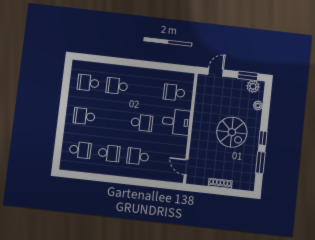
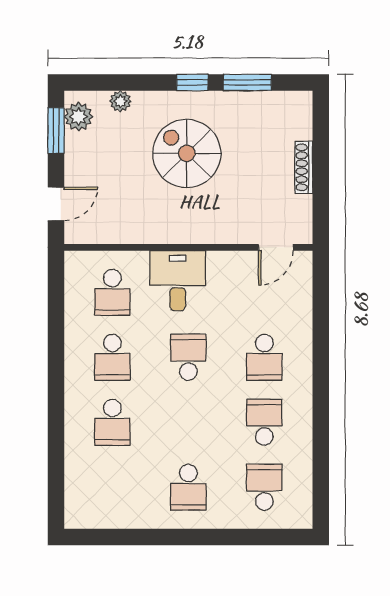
door: (216, 72) -> (56, 204), swing flipped
school desk: (88, 83) -> (112, 357), moved
spiral stairs: (232, 132) -> (187, 153), turned -90

